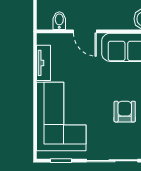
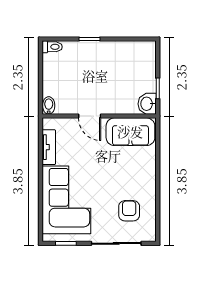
bidet: (59, 21) -> (49, 105), moved
armchair: (125, 112) -> (129, 211), moved

